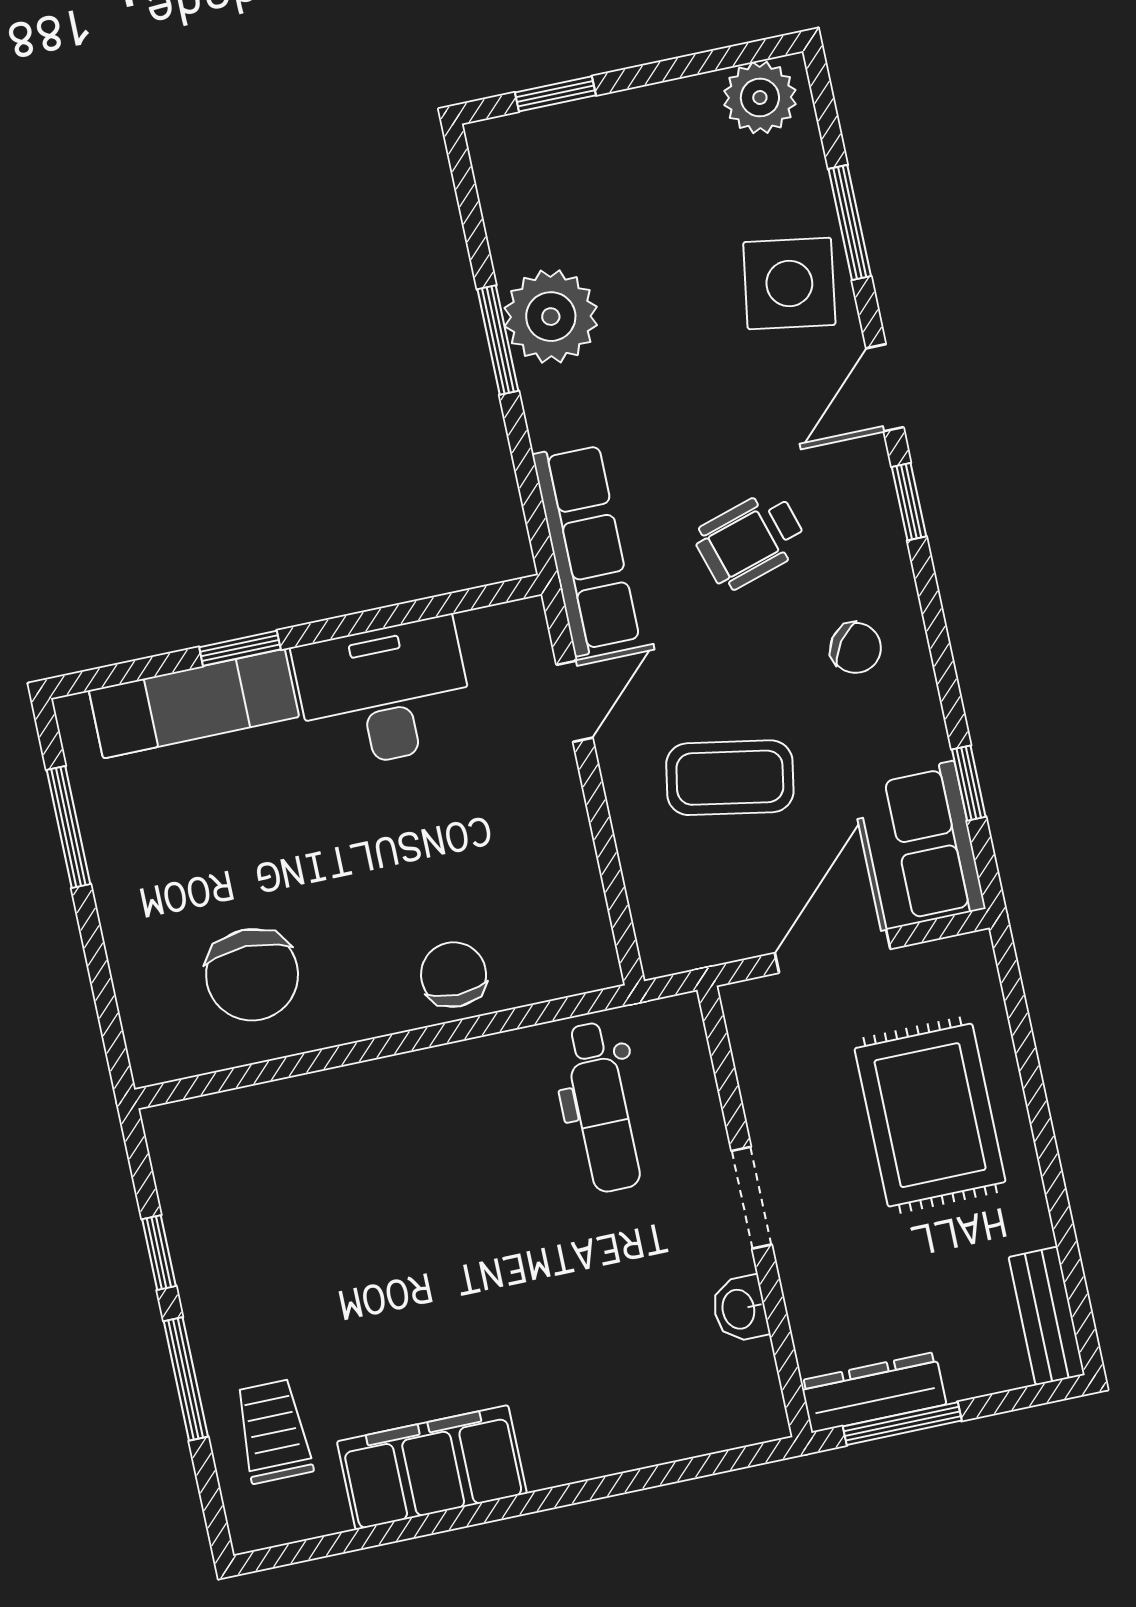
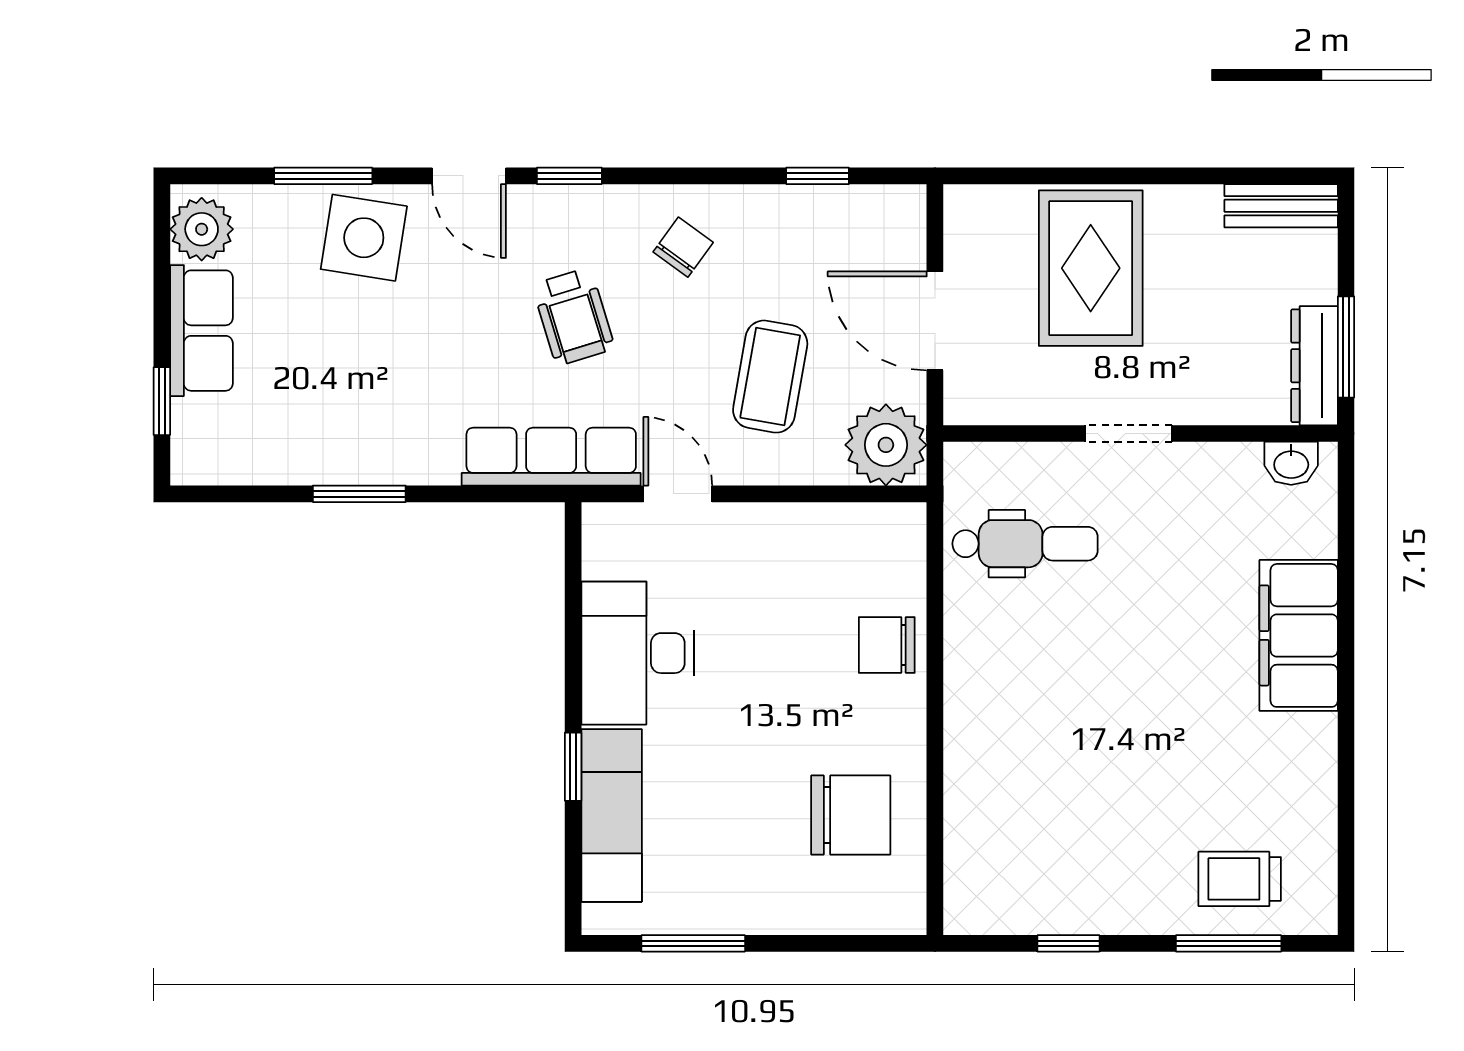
plant: (551, 317) -> (886, 445), moved
row of seats: (934, 842) -> (201, 331), moved, turned -90
rug: (930, 1115) -> (1091, 268), turned 90
washbasin: (740, 1309) -> (1291, 463), moved
window: (186, 1379) -> (1229, 943), moved
filing cabinet: (432, 1467) -> (1299, 635), moved

